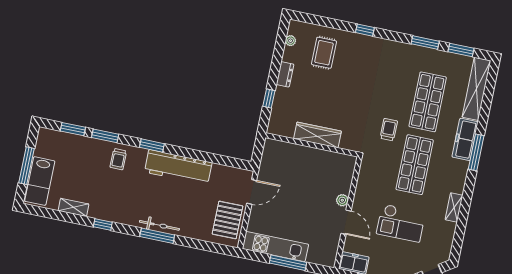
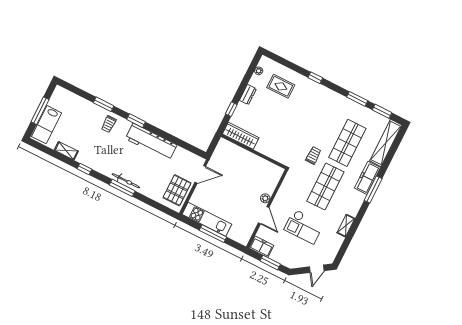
rug: (324, 53) -> (281, 86), turned 90
window: (73, 129) -> (81, 93), removed
wardrobe: (317, 135) -> (241, 136), moved

